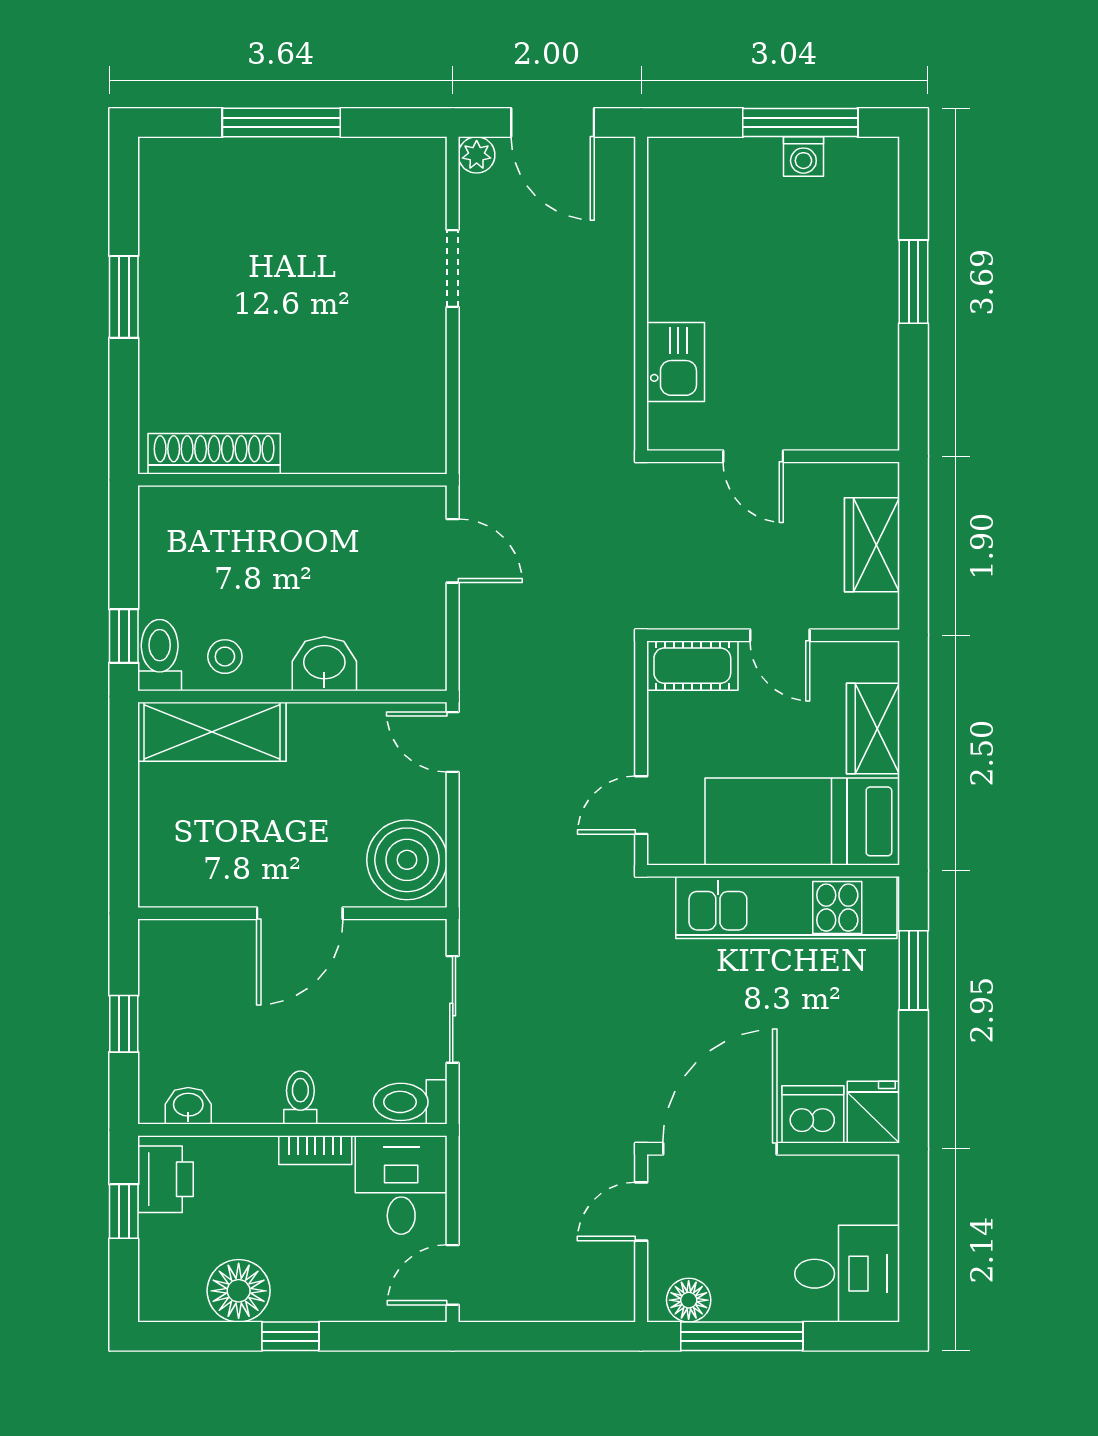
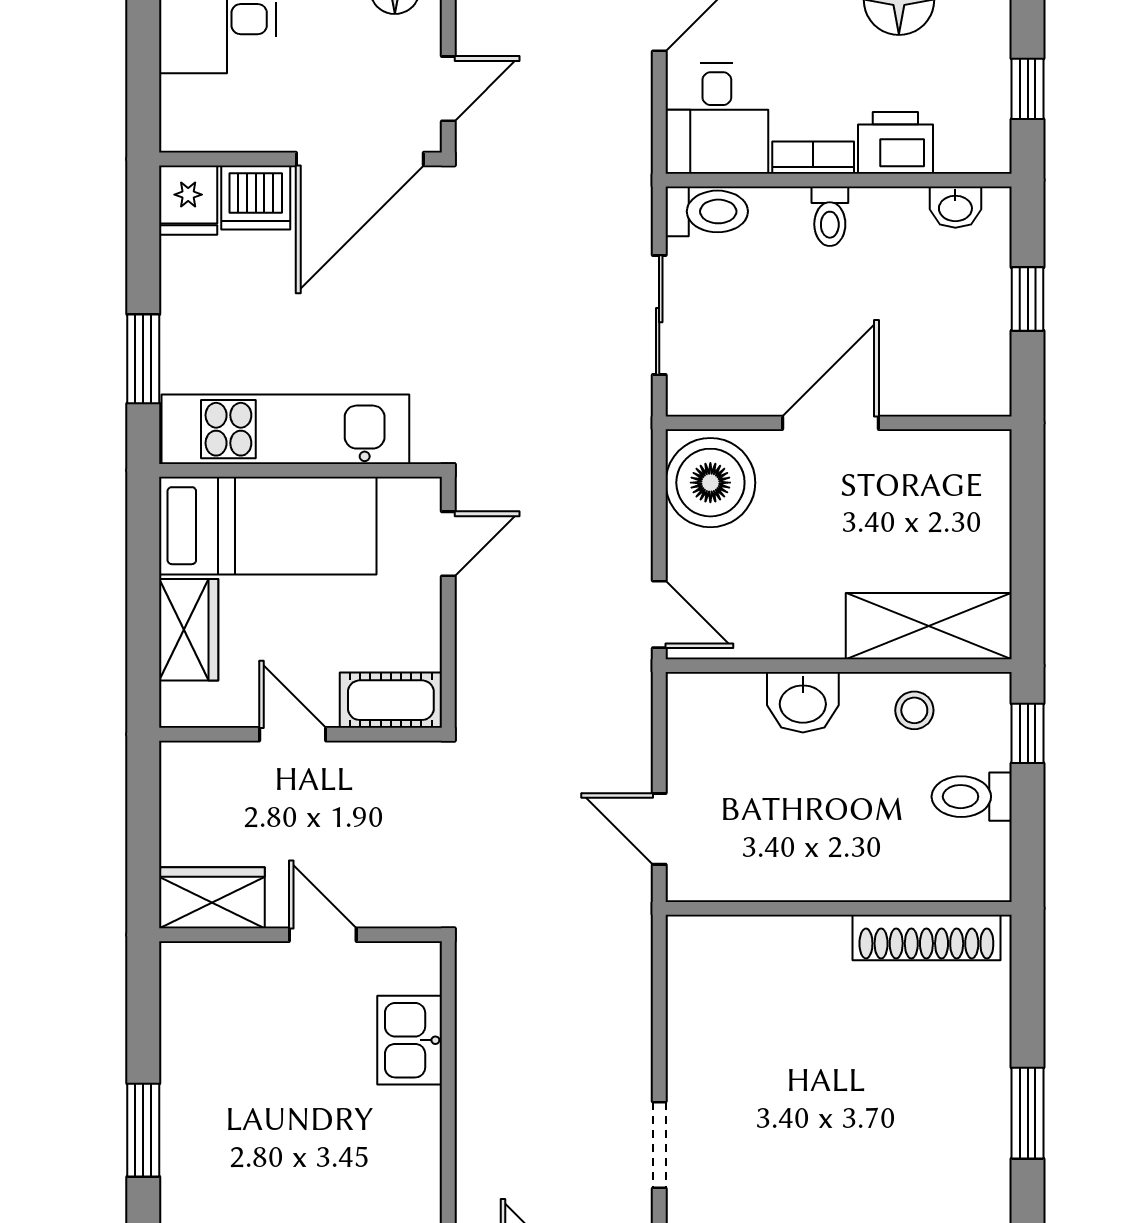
wardrobe: (872, 545) -> (212, 898), moved, turned -90
toilet: (160, 655) -> (972, 797), moved, turned 90
printer: (166, 1179) -> (895, 143), moved, turned 90

